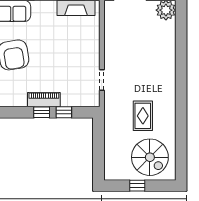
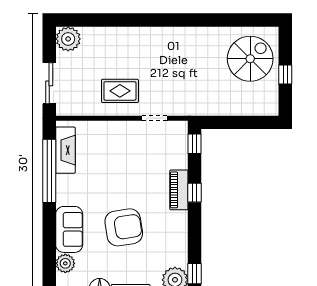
window: (64, 112) -> (195, 144), moved
rug: (143, 116) -> (120, 91), moved

